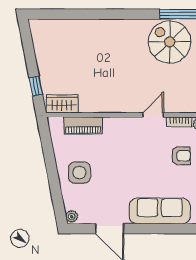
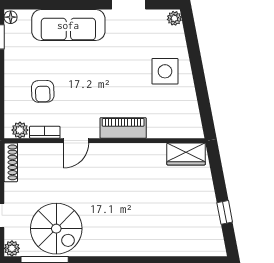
window: (36, 86) -> (225, 212), moved
piano: (83, 125) -> (123, 128), moved
armchair: (181, 156) -> (43, 91), turned -92

